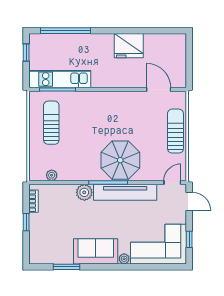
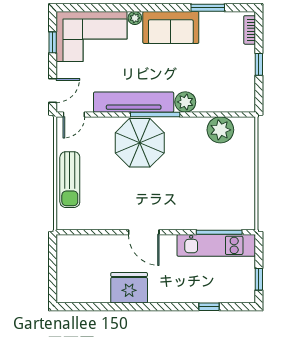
window: (66, 31) -> (209, 307), width x0.32
door: (159, 90) -> (144, 232), moved
sun lounger: (51, 123) -> (227, 190), removed
plant: (52, 175) -> (220, 130), width x1.87, depth x1.87
bookcase: (34, 201) -> (250, 30), moved
door: (189, 201) -> (53, 91), swing flipped

